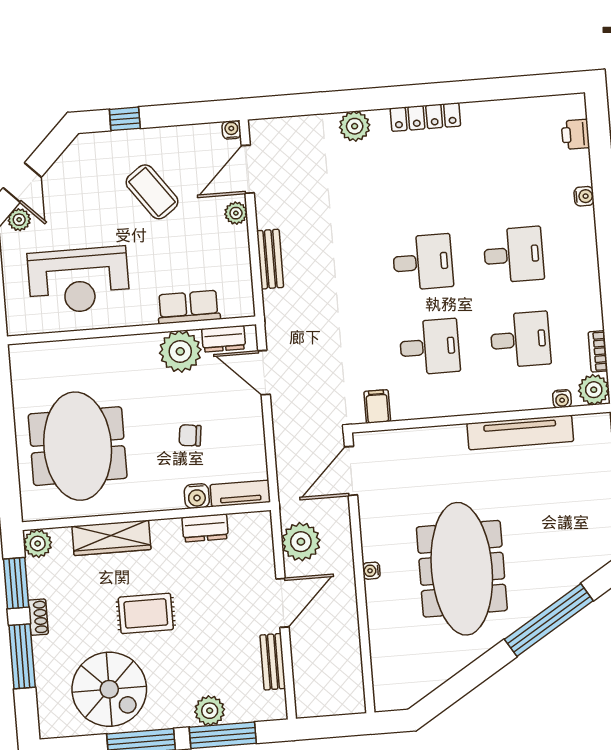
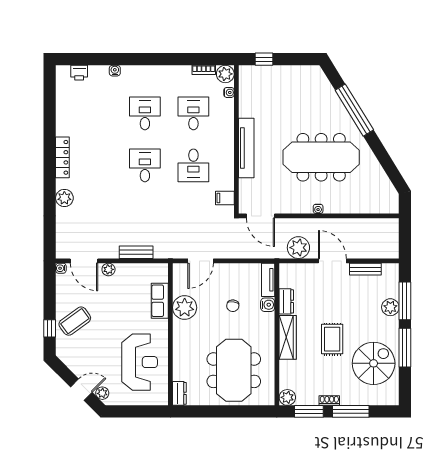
coffee table: (152, 192) -> (75, 321), moved
dresser: (224, 339) -> (179, 393), moved
desk: (430, 347) -> (193, 165), turned 180
tv unit: (520, 432) -> (246, 148), moved
meeting table: (78, 446) -> (234, 370), turned 90
wardrobe: (111, 538) -> (288, 337), moved

